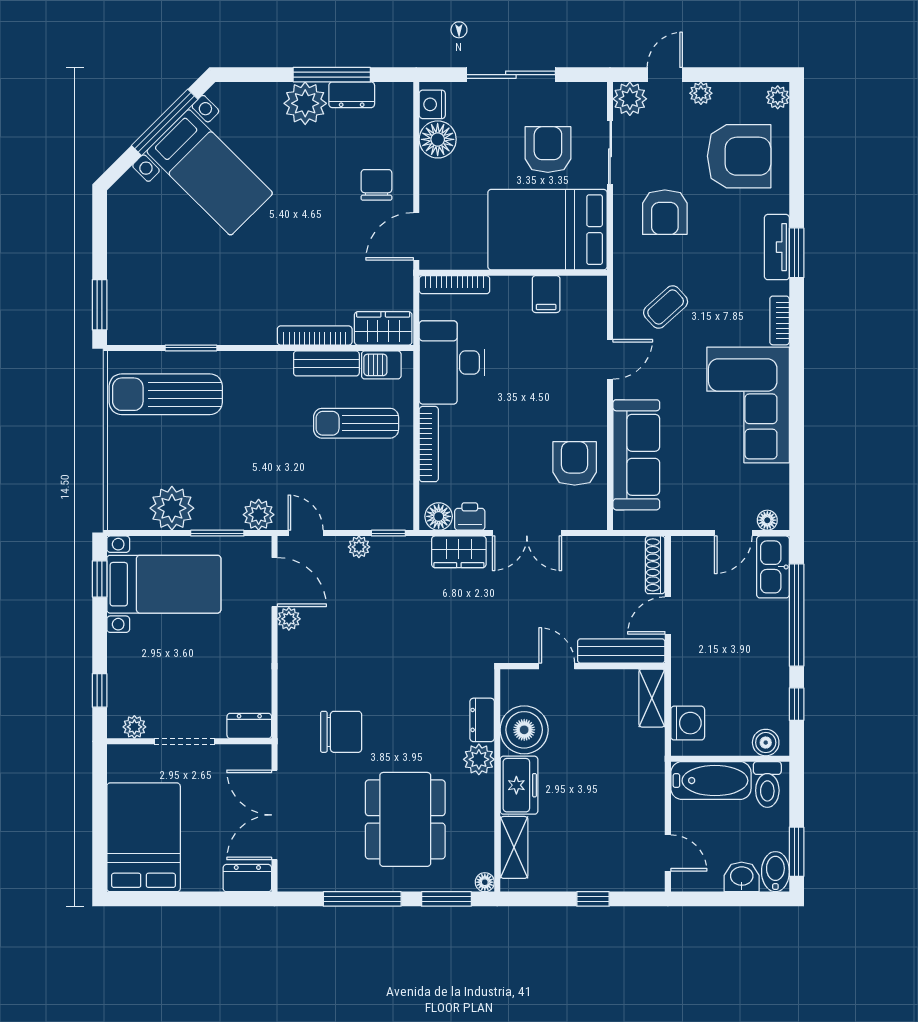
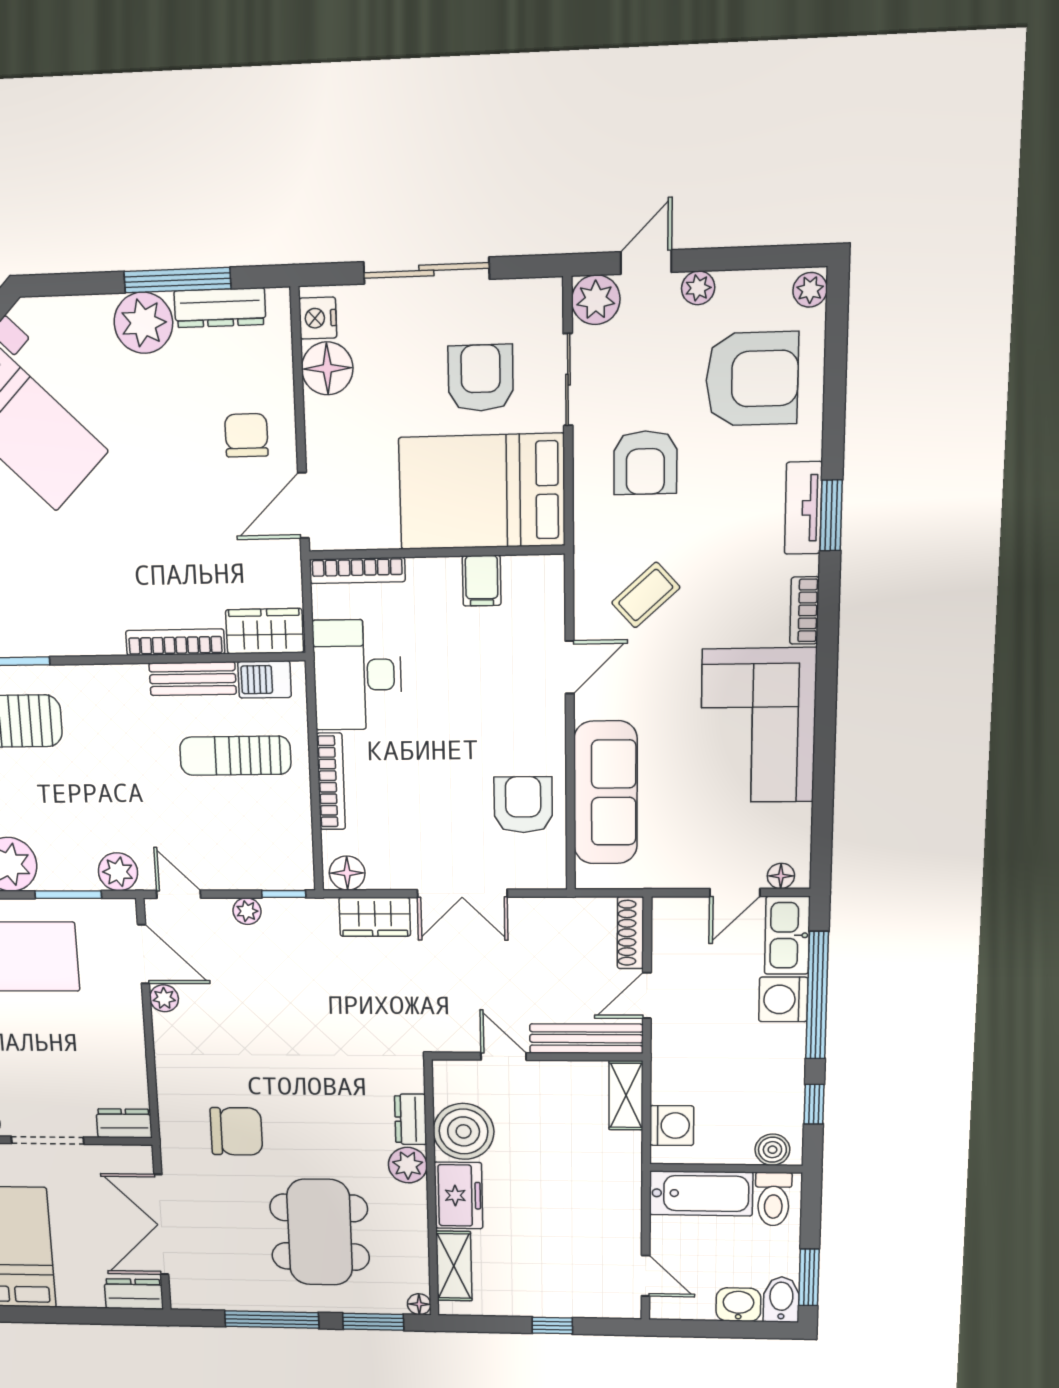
dresser: (352, 95) -> (220, 308), width x1.44
printer: (470, 516) -> (387, 873), removed
washing machine: (771, 618) -> (783, 999), added

